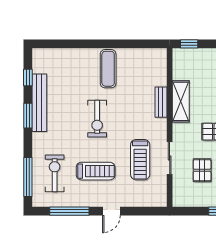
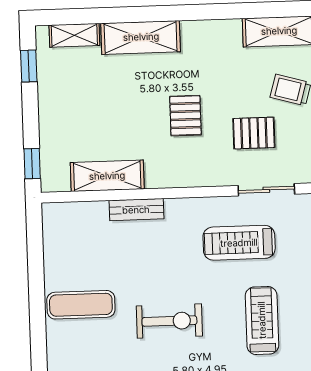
shelving: (181, 101) -> (107, 176), moved
sliding door: (170, 158) -> (266, 190), moved
treadmill: (140, 160) -> (239, 243), turned 180

